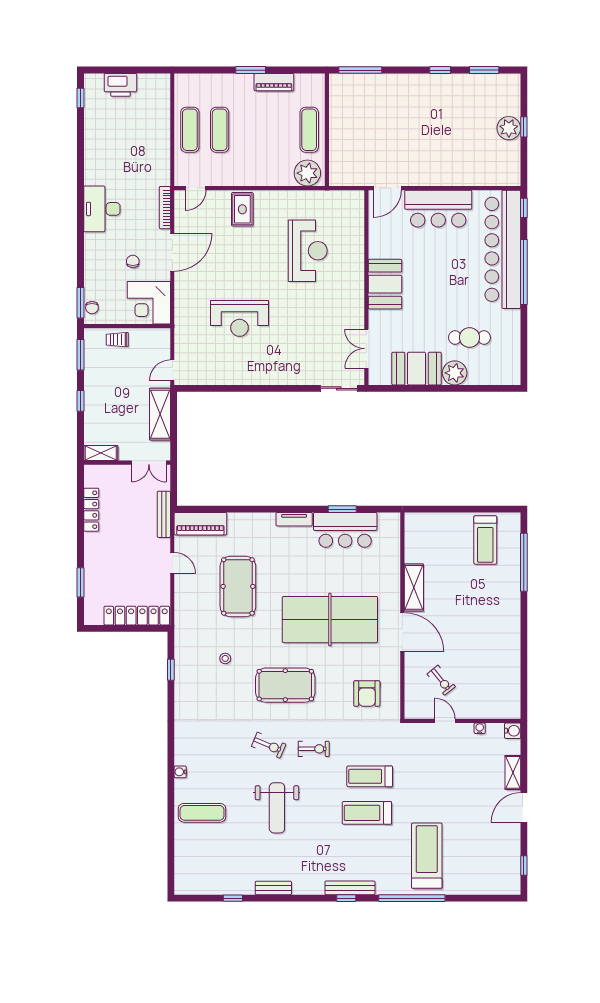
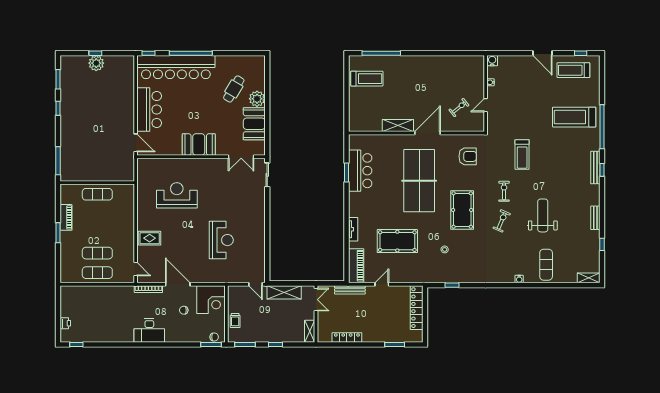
printer: (120, 85) -> (65, 323), width x0.53, depth x0.68
plant: (307, 173) -> (126, 195), removed
cafe table: (469, 338) -> (234, 89), turned 31
tv unit: (294, 519) -> (353, 229), moved
shelving: (513, 772) -> (589, 278), moved
weight bench: (277, 808) -> (543, 215), turned -90
treadmill: (367, 813) -> (573, 70), moved, turned 90

